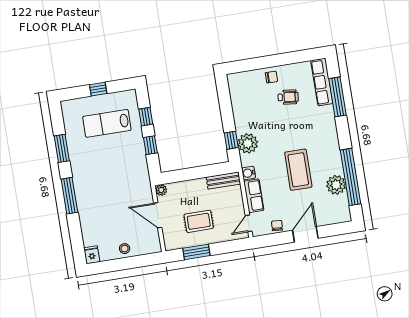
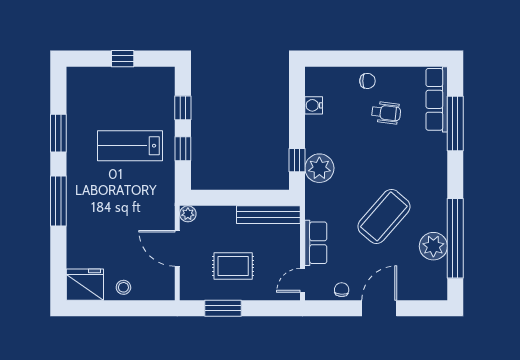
lab bench: (107, 123) -> (130, 146), moved
coffee table: (298, 170) -> (384, 216), turned 41
water cooler: (248, 173) -> (314, 105), moved
bench: (223, 181) -> (268, 215), width x1.36
fridge: (92, 255) -> (85, 285), width x1.88, depth x1.34

